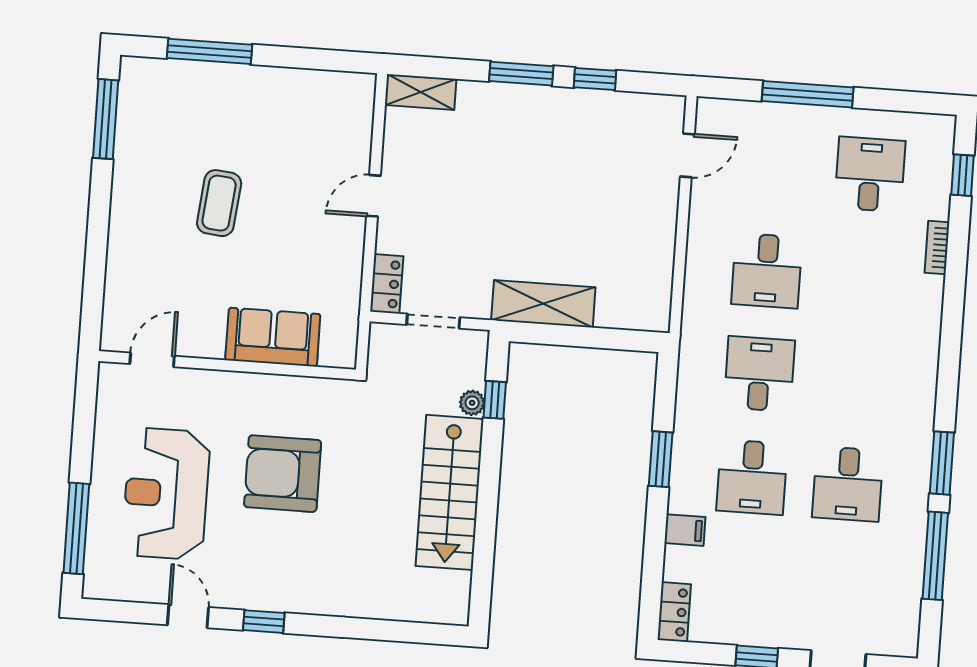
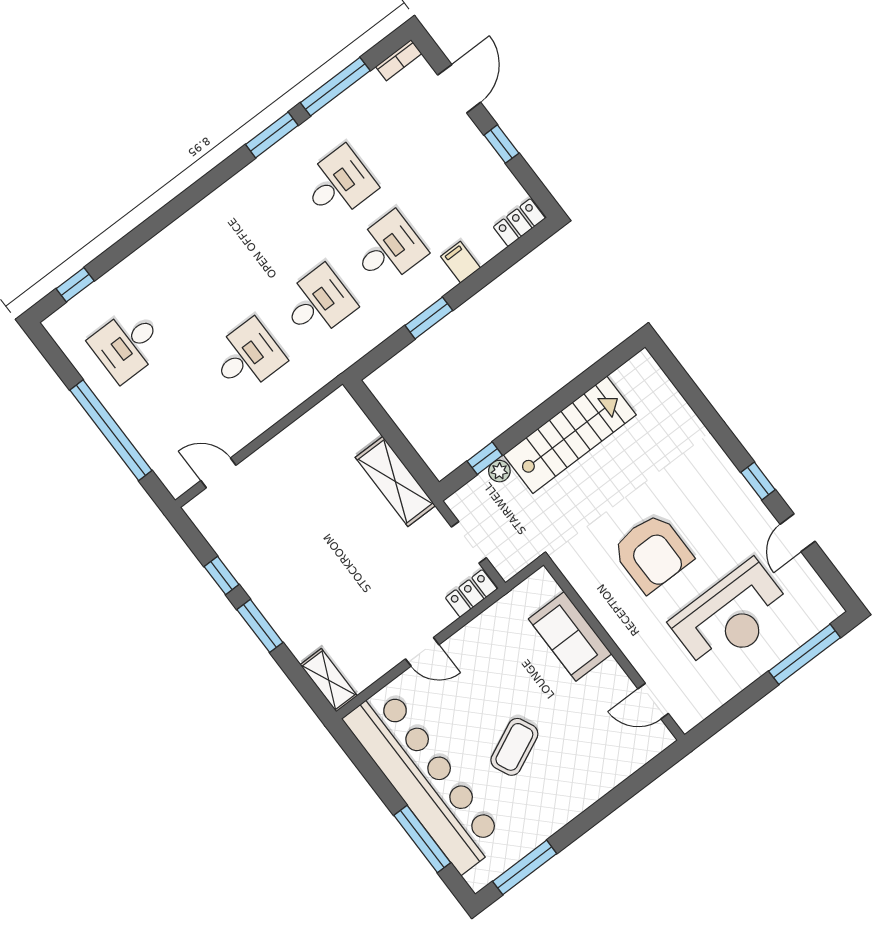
window: (808, 94) -> (111, 430), width x1.46
bar counter: (260, 99) -> (425, 779), added
coffee table: (219, 203) -> (514, 747), turned -31
bookcase: (937, 248) -> (399, 60), moved
desk: (759, 374) -> (318, 303), turned 180

